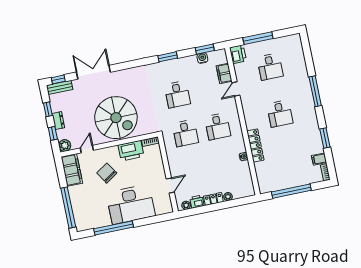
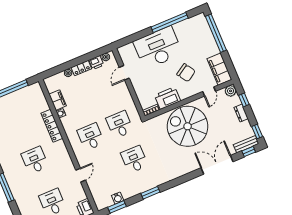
double door: (93, 72) -> (217, 165), swing flipped
filing cabinet: (224, 73) -> (58, 100), moved
window: (48, 109) -> (257, 132), moved

